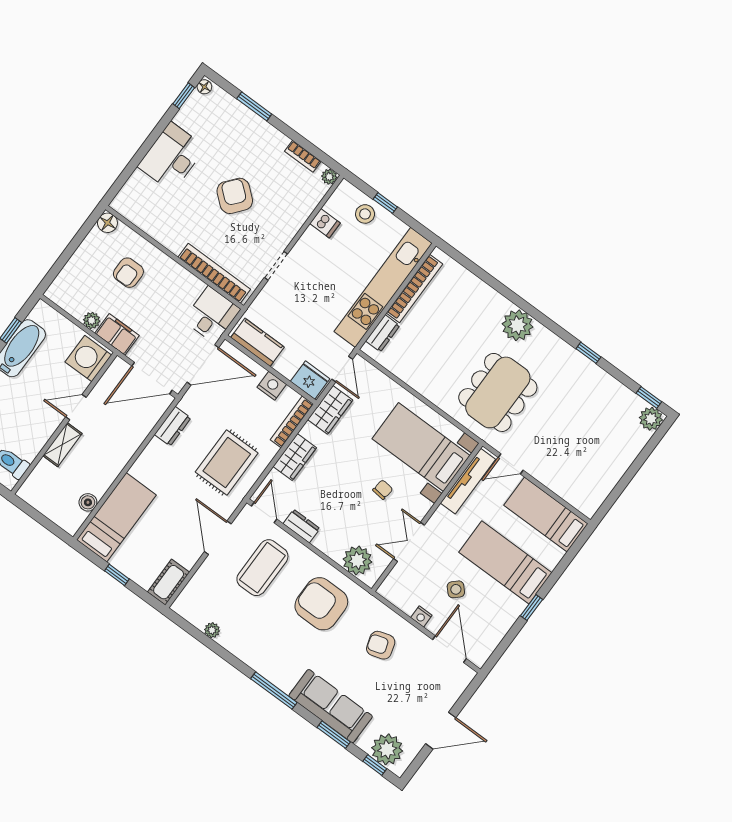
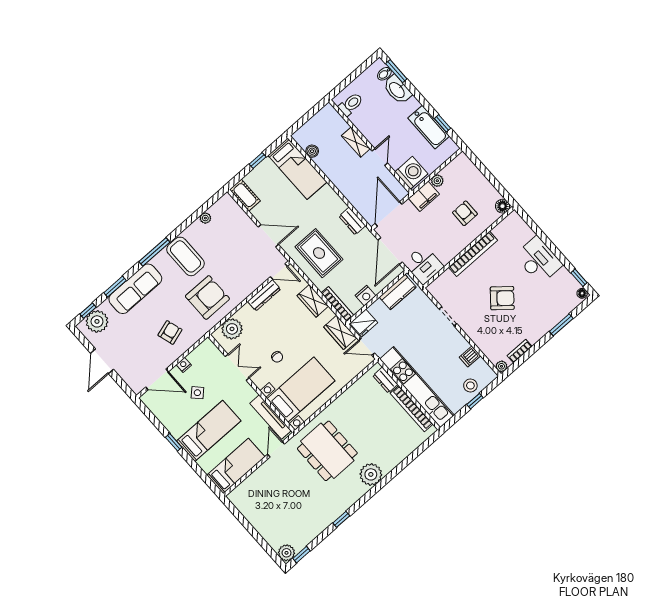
bookcase: (214, 273) -> (473, 254), moved
dresser: (301, 526) -> (264, 295), width x1.44
coffee table: (262, 568) -> (185, 256), moved

